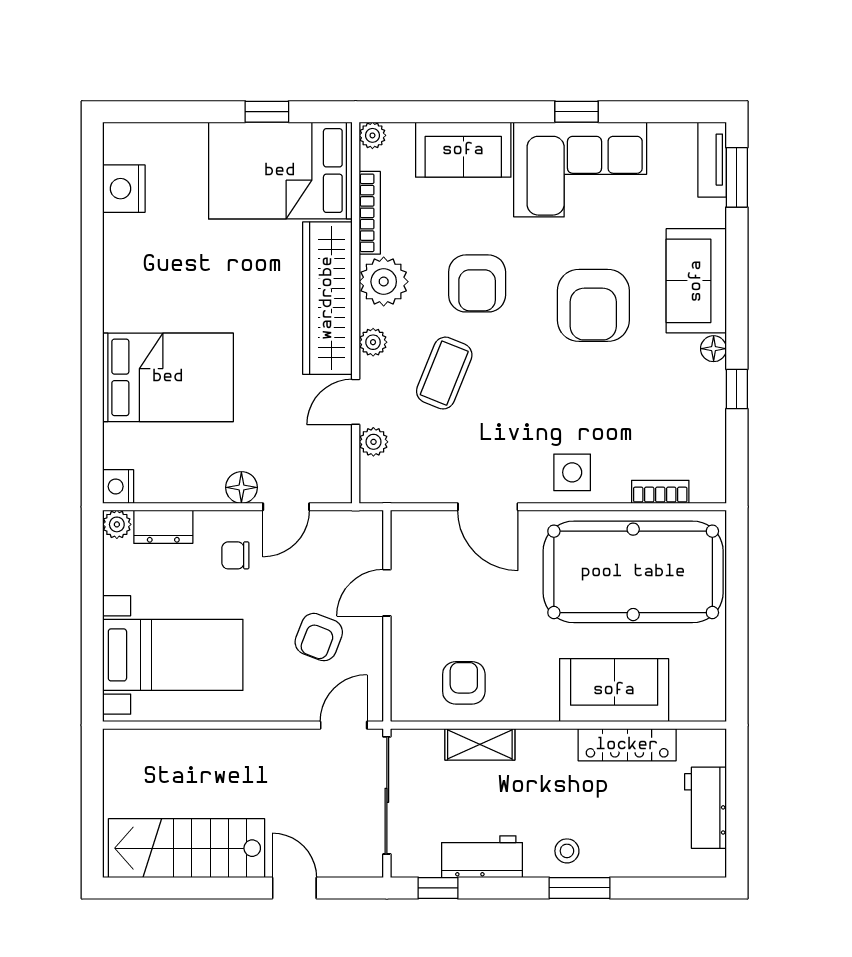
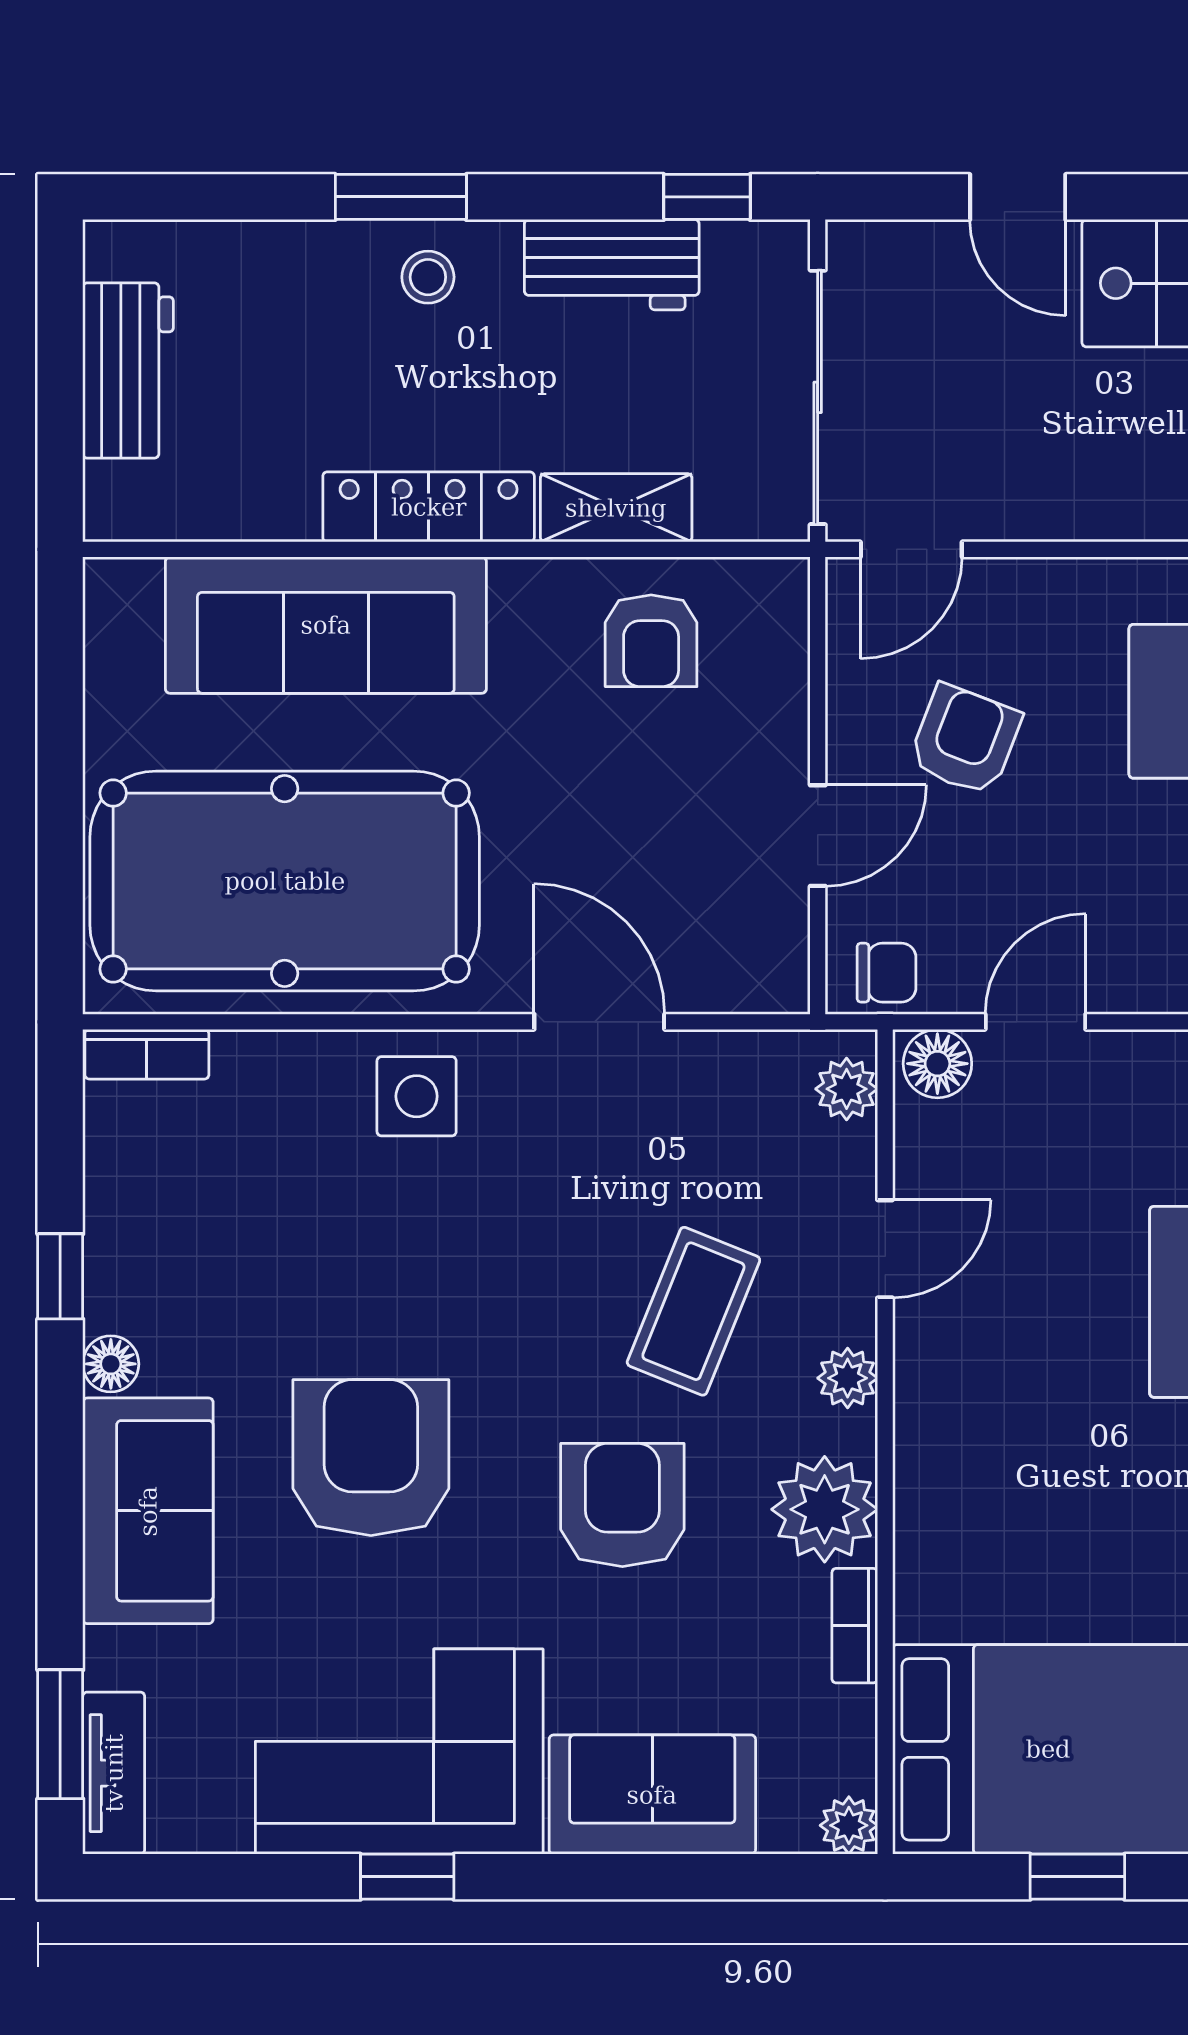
bookcase: (370, 213) -> (855, 1626), width x0.64
wardrobe: (327, 298) -> (946, 1473), removed
plant: (373, 442) -> (847, 1089), moved
floor lamp: (241, 487) -> (937, 1064), moved
bookcase: (660, 492) -> (147, 1054), moved
chair: (235, 555) -> (887, 973), moved
sofa: (614, 690) -> (326, 625), width x1.36
locker: (627, 745) -> (429, 507), moved

